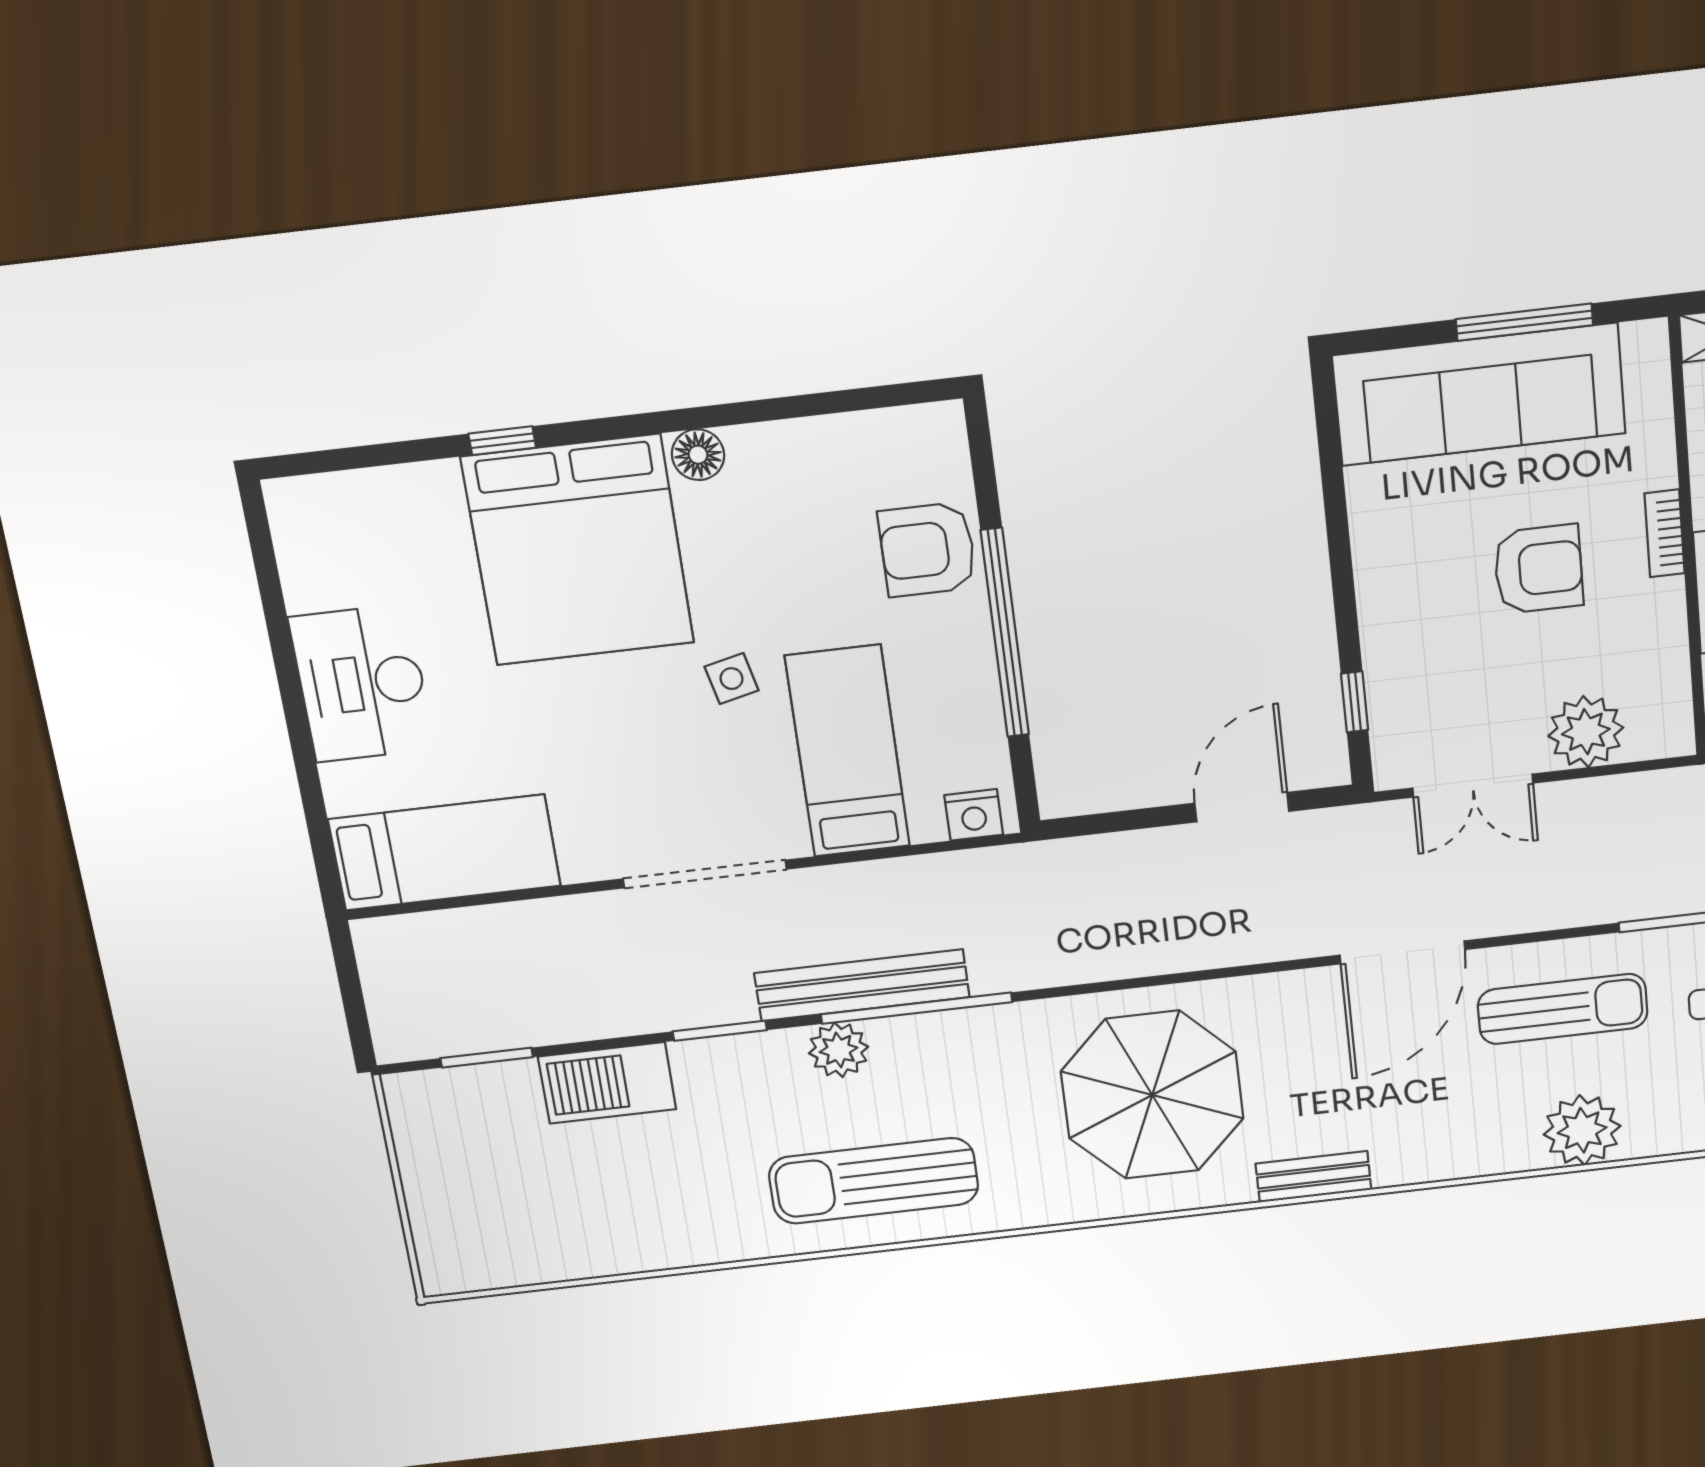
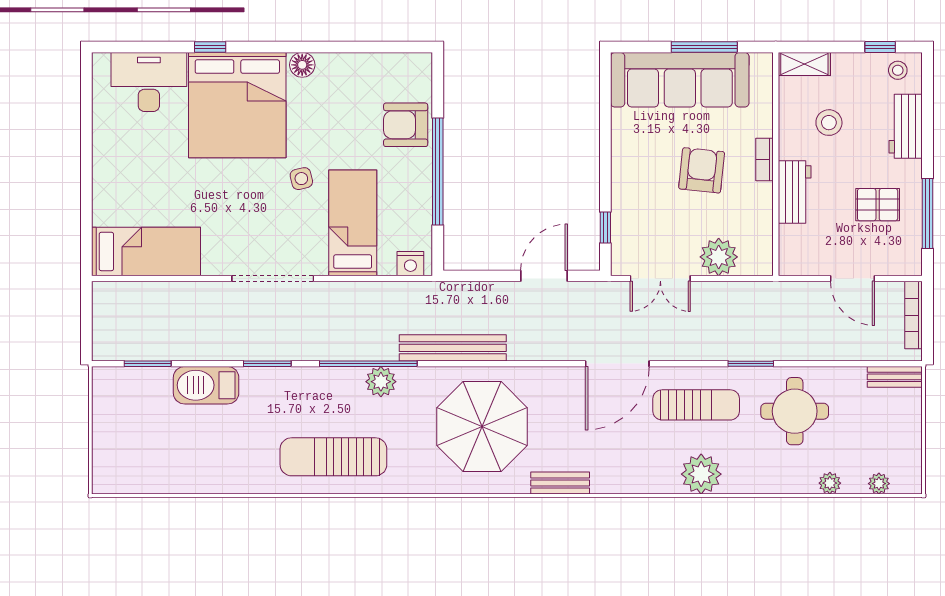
armchair: (1538, 569) -> (702, 170), turned -84
desk: (362, 683) -> (149, 82), moved, turned 90
bench: (862, 985) -> (453, 348), moved
plant: (839, 1050) -> (381, 382), moved

